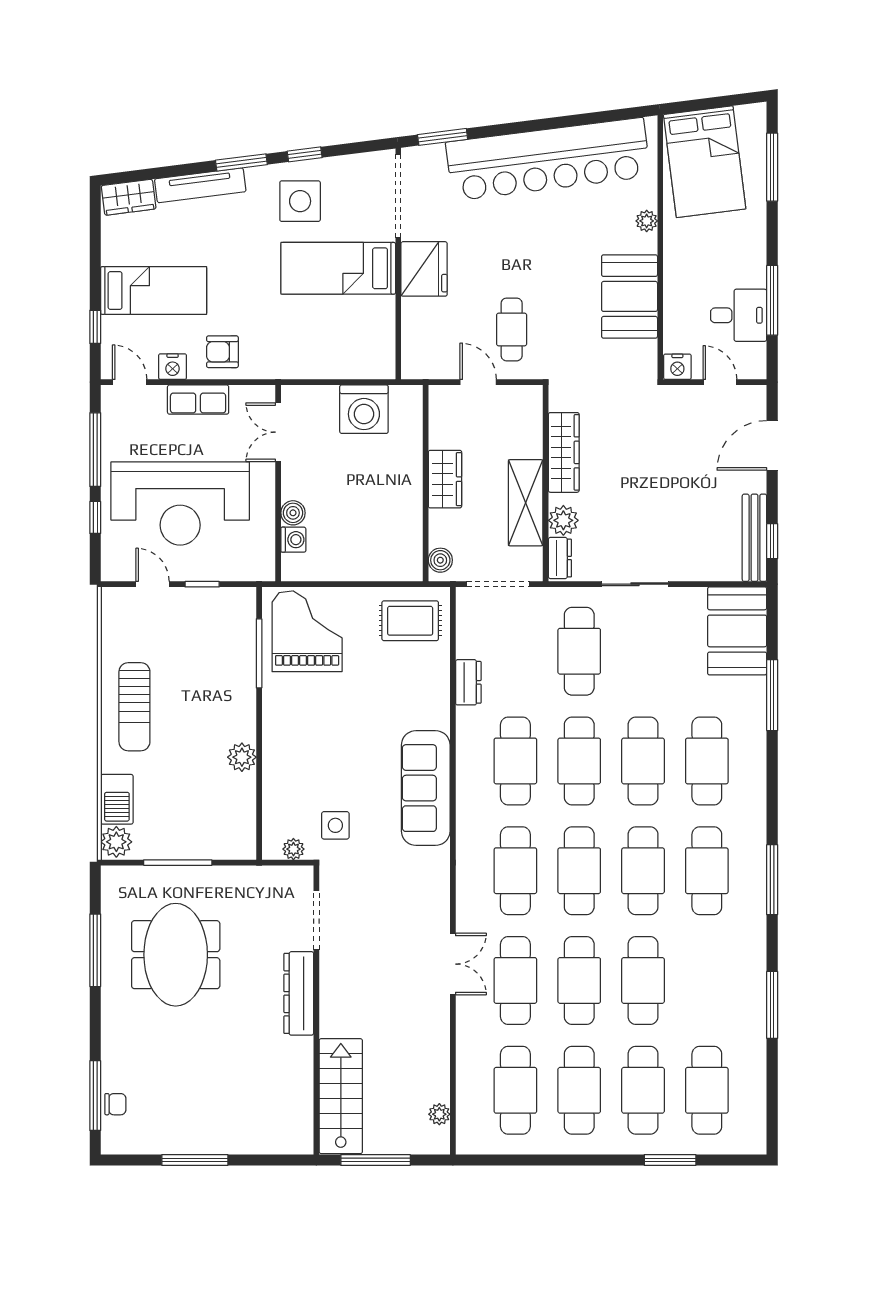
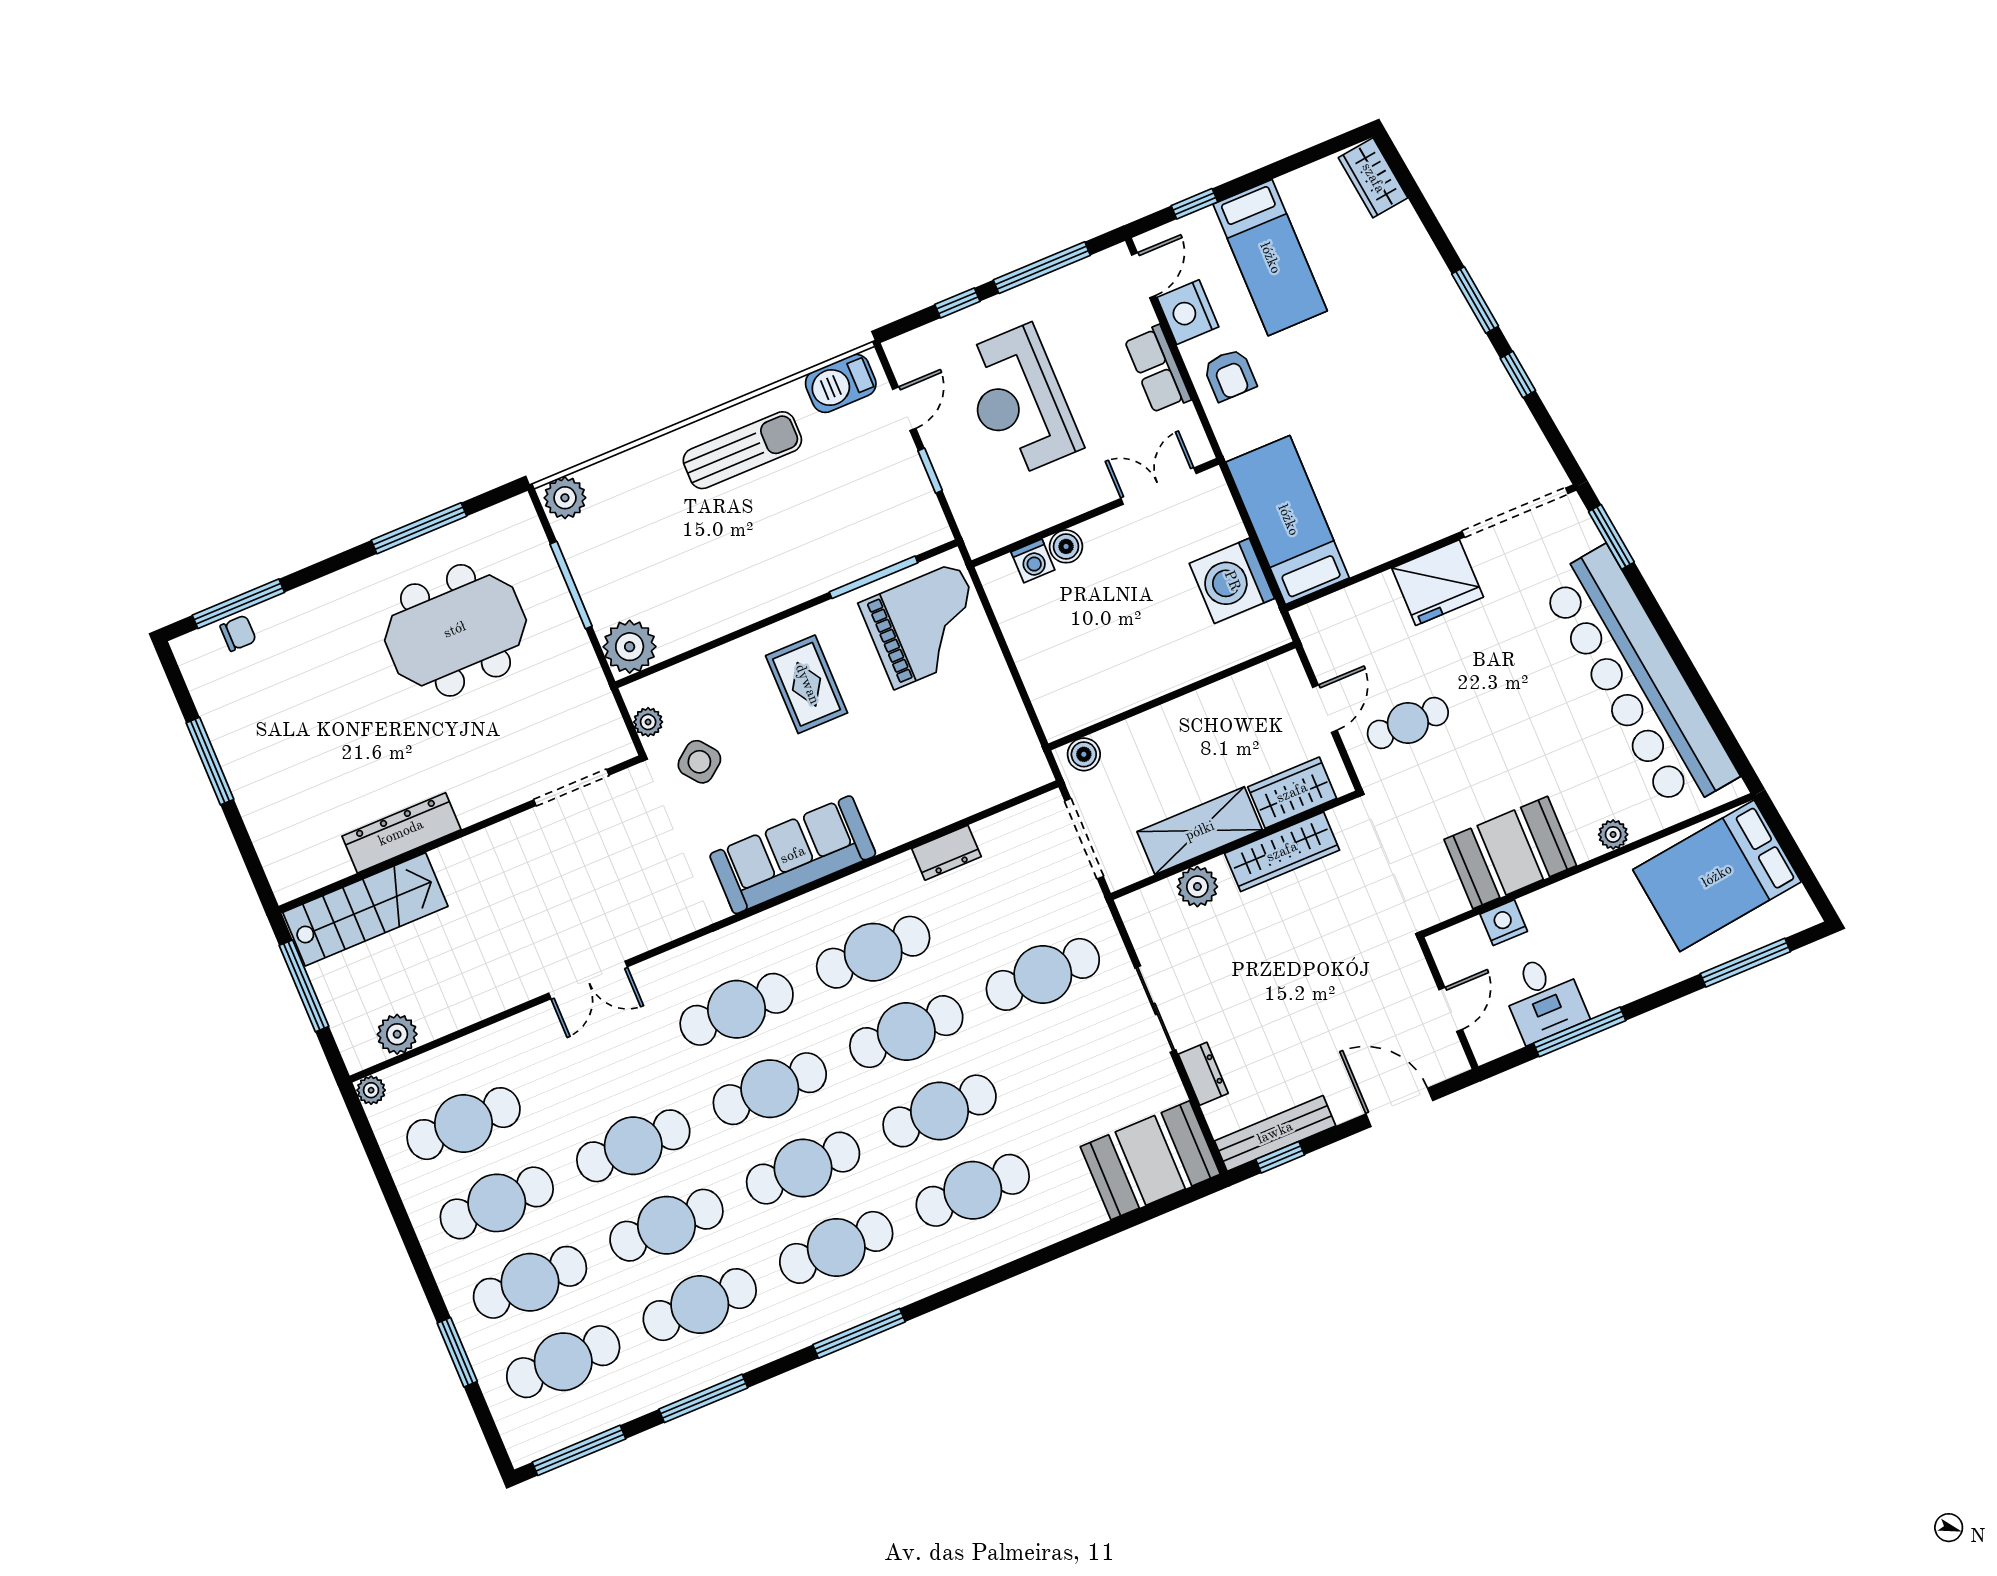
tv unit: (200, 185) -> (1425, 261), removed
side table: (300, 201) -> (1457, 393), removed
bed: (338, 268) -> (1288, 520), moved
armchair: (222, 352) -> (1230, 375), turned 180
nightstand: (173, 367) -> (1188, 312), width x1.36, depth x1.33
nightstand: (677, 367) -> (1504, 923), moved, turned 90
wardrobe: (445, 479) -> (1292, 793), moved, turned 180
reception desk: (180, 503) -> (1019, 401), width x0.74, depth x0.77
dresser: (560, 558) -> (1203, 1074), moved, turned -90
rug: (410, 621) -> (807, 684), moved
window: (772, 695) -> (579, 1450), moved
sun lounger: (134, 707) -> (742, 450), turned 180
plant: (242, 757) -> (630, 647), moved, width x1.36, depth x1.36
barbecue: (117, 799) -> (841, 383), moved
side table: (335, 825) -> (699, 762), turned -38
cafe table: (515, 980) -> (700, 1305), moved
dresser: (299, 993) -> (401, 833), moved
chair: (115, 1104) -> (238, 633), turned -90
plant: (439, 1114) -> (397, 1034), width x1.38, depth x1.38
plant: (466, 1144) -> (371, 1090), added

